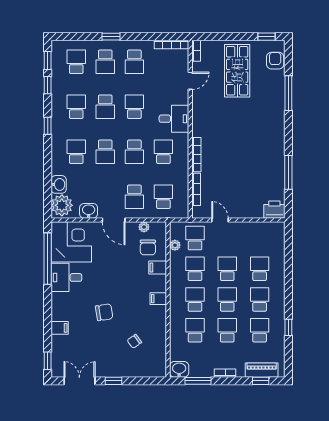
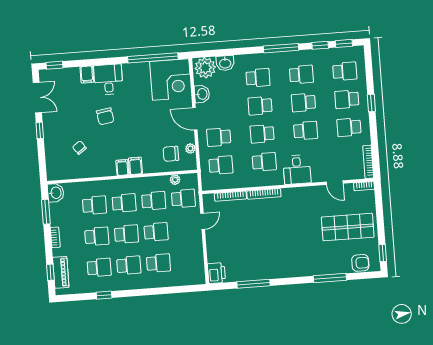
window: (48, 126) -> (281, 48), width x2.17
door: (114, 220) -> (195, 119), hinge flipped
filing cabinet: (158, 268) -> (135, 166), moved
desk: (66, 277) -> (108, 79), moved

